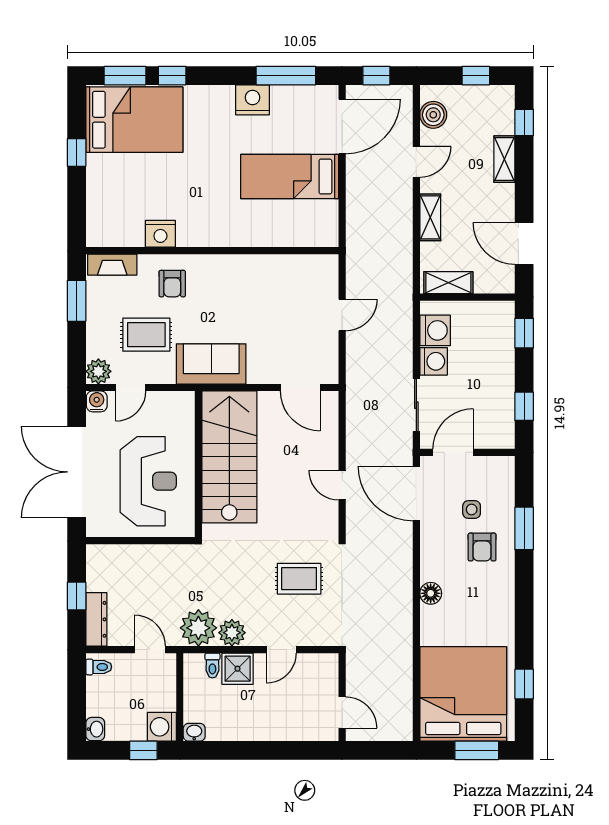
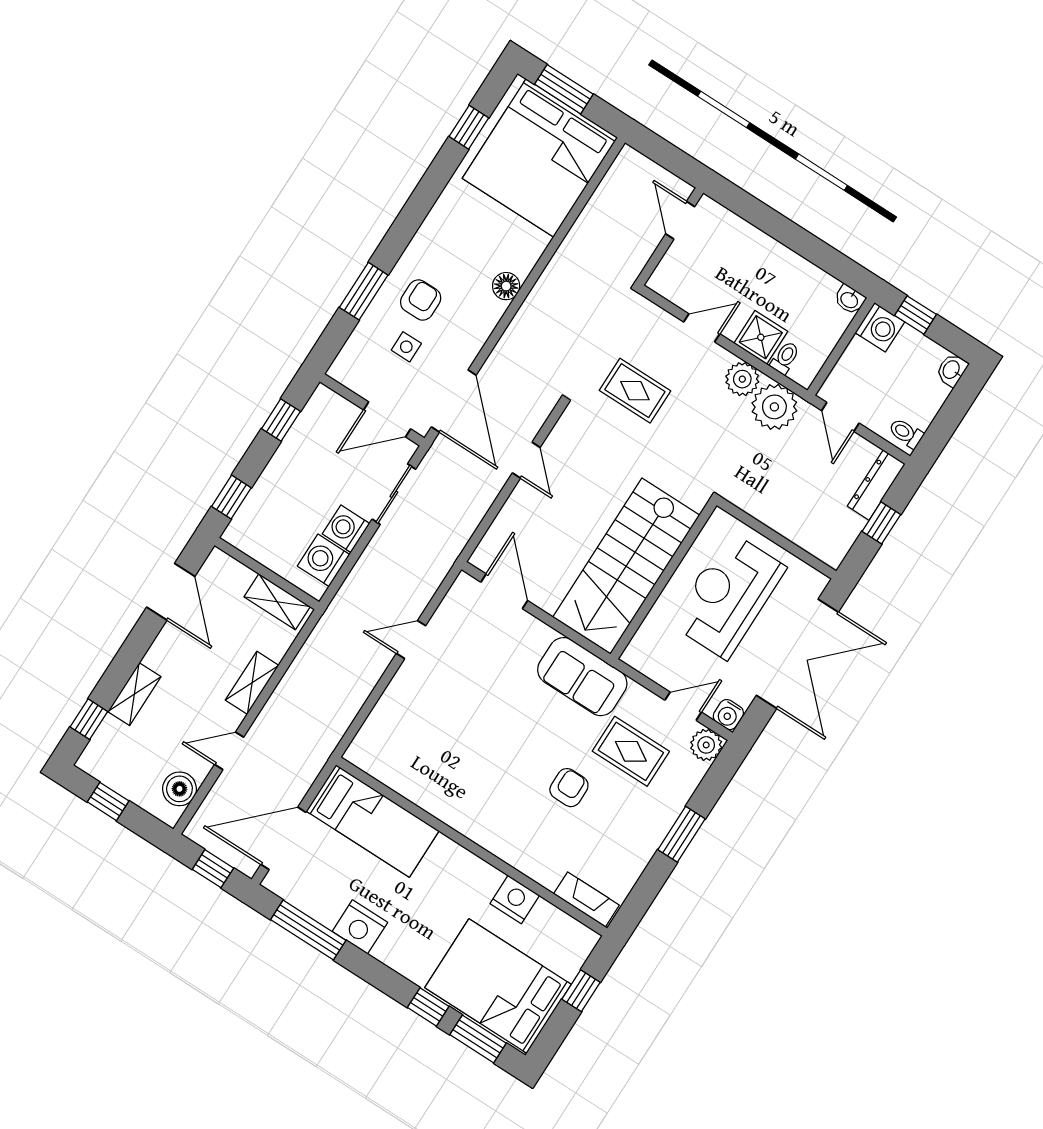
nightstand: (160, 234) -> (515, 900), moved
wall: (212, 251) -> (472, 847), moved
fireplace: (112, 265) -> (586, 900), moved

